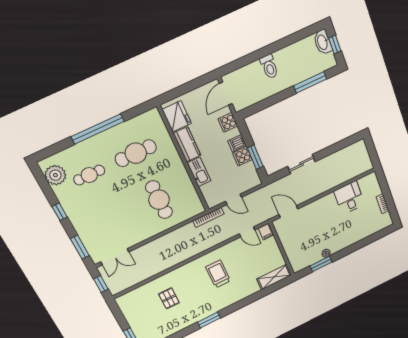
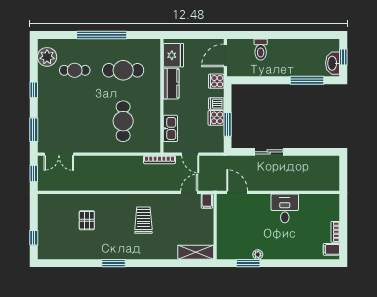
washbasin: (323, 42) -> (333, 63), moved
toilet: (269, 67) -> (261, 50), moved
kitchen sink: (199, 172) -> (170, 128), moved
desk: (349, 198) -> (285, 208), moved
filing cabinet: (384, 219) -> (331, 249), added
door: (247, 232) -> (189, 192), swing flipped

